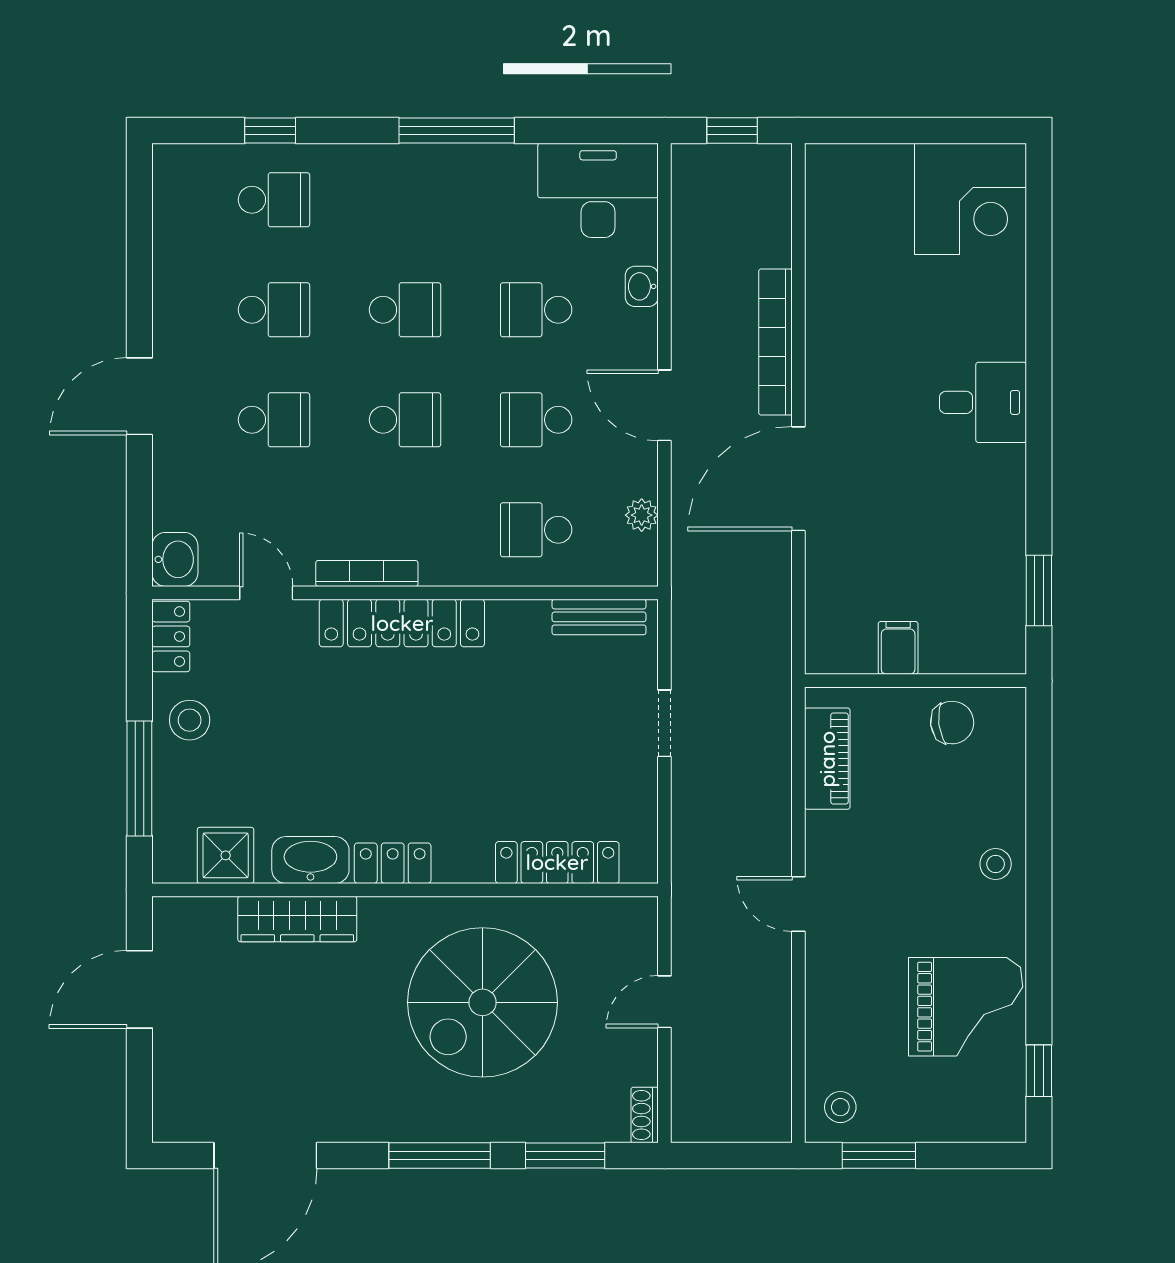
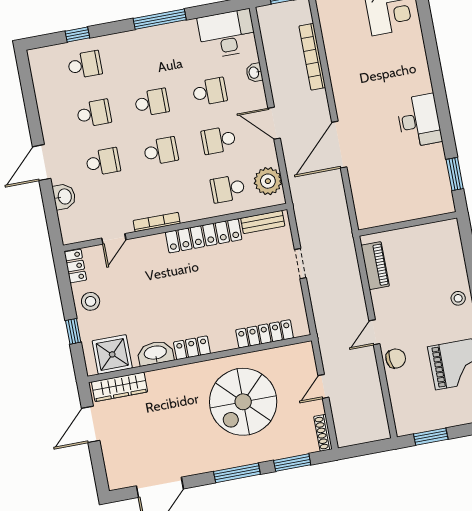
school desk: (536, 310) -> (210, 92), turned 180
bookcase: (775, 342) -> (312, 57), moved
desk: (983, 402) -> (419, 121), moved, width x1.37
plant: (642, 515) -> (268, 181), width x1.87, depth x1.87
washbasin: (175, 559) -> (64, 197), moved
door: (266, 593) -> (114, 239), swing flipped
locker: (402, 623) -> (204, 236), moved
filing cabinet: (898, 648) -> (397, 211), removed
chair: (952, 723) -> (396, 359), moved
window: (139, 779) -> (73, 331), width x0.46
shower: (226, 855) -> (112, 354), width x1.36, depth x1.36
door: (798, 904) -> (374, 332), hinge flipped
wardrobe: (297, 919) -> (120, 387), moved
stool: (840, 1107) -> (410, 418), removed
shoe rack: (645, 1115) -> (323, 433), width x1.43

